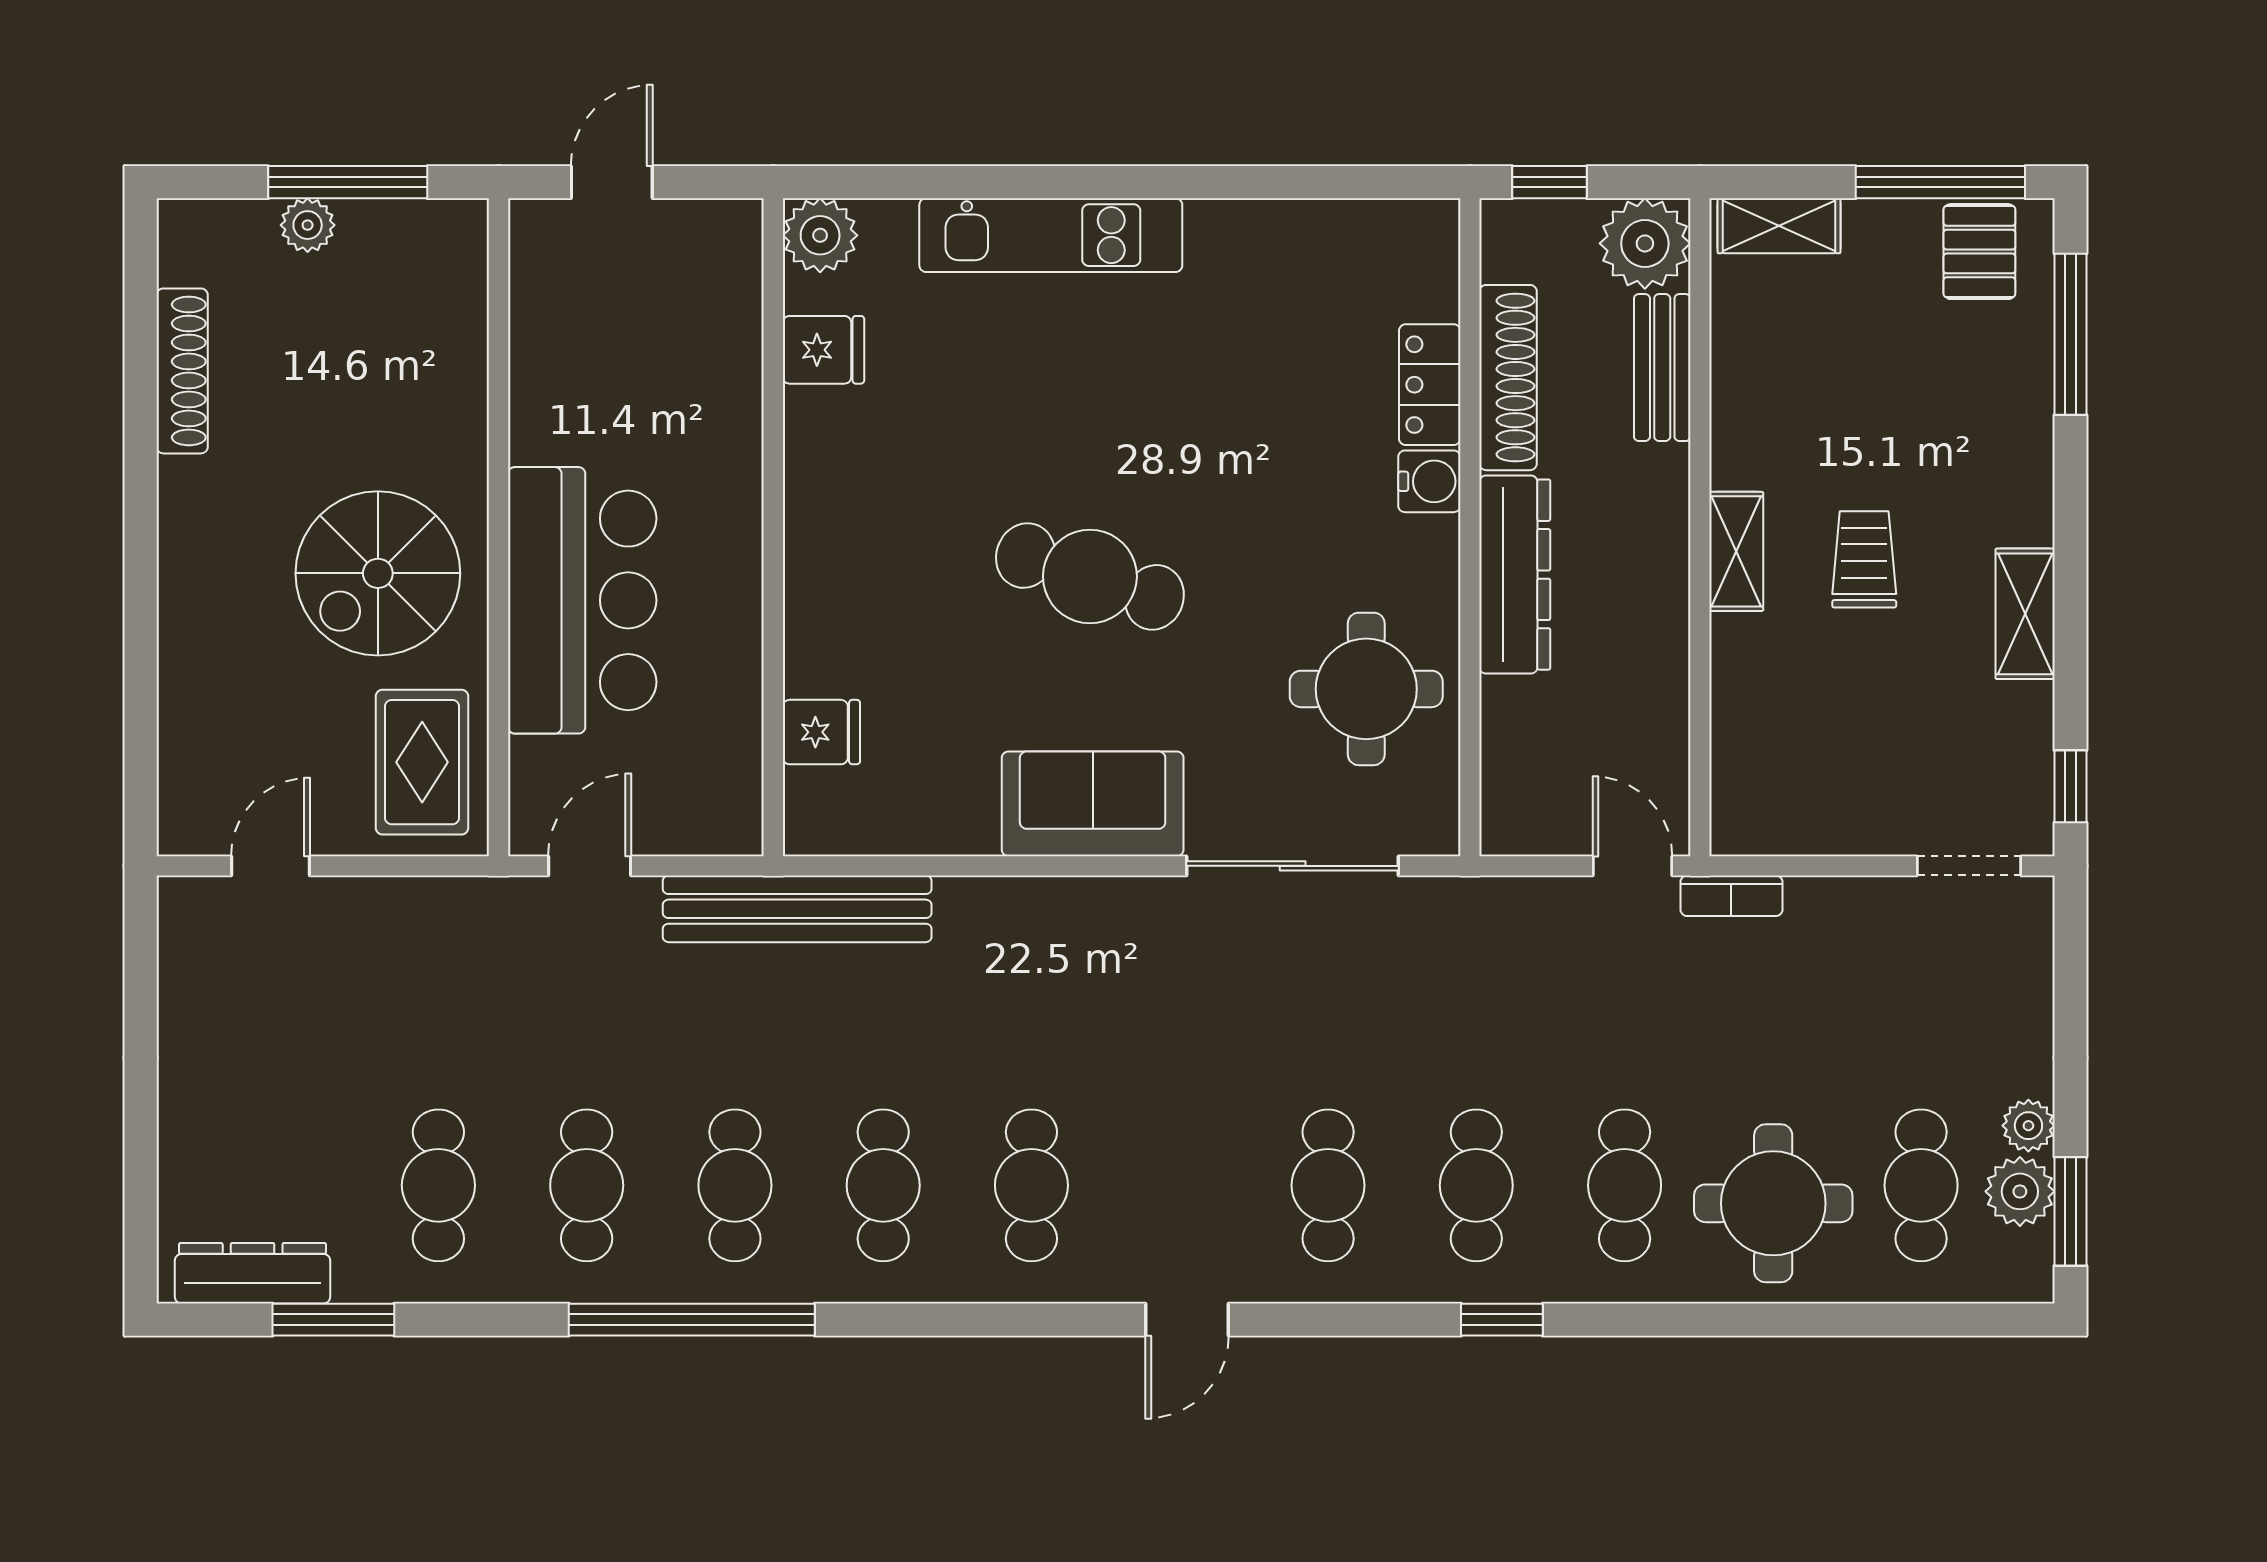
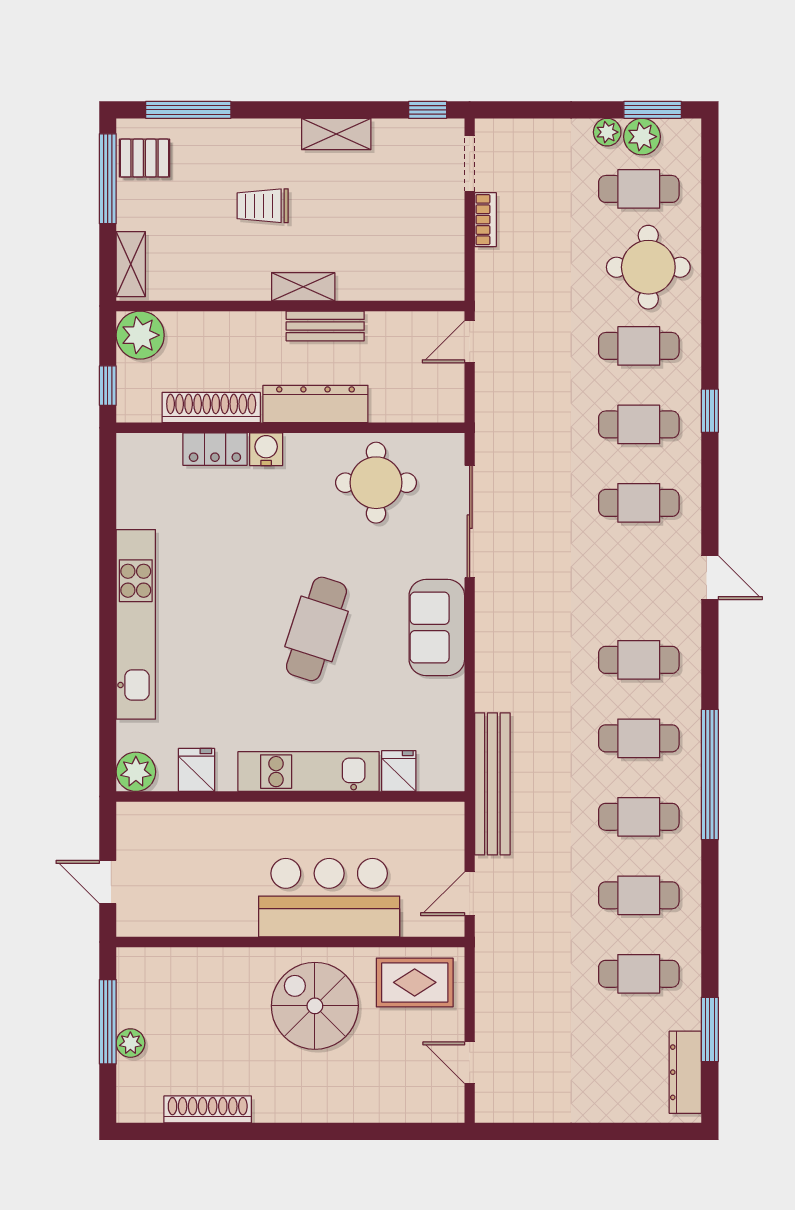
kitchen unit: (1051, 235) -> (136, 624), width x1.36
bench: (1662, 368) -> (325, 326), moved
trolley: (1864, 559) -> (263, 206), moved
kitchen unit: (820, 561) -> (308, 772), added
spiral stairs: (378, 573) -> (315, 1006), turned 180
door: (590, 866) -> (470, 894), hinge flipped
bookcase: (1731, 896) -> (486, 220), moved
window: (692, 1320) -> (710, 775), moved

